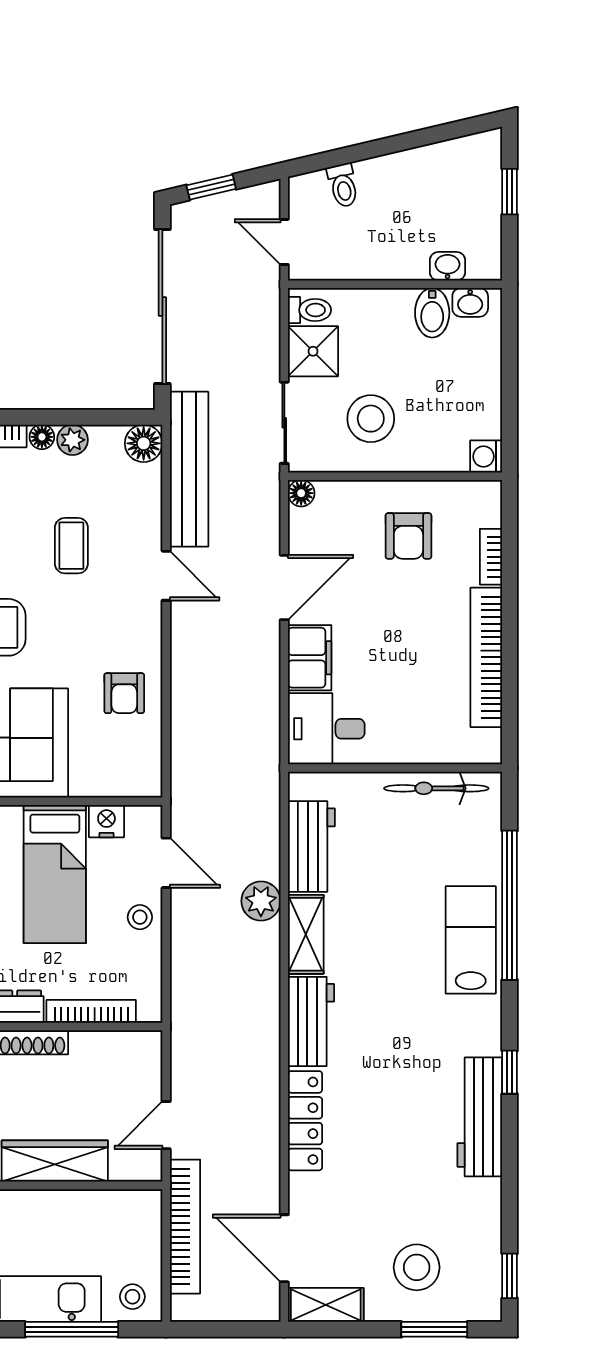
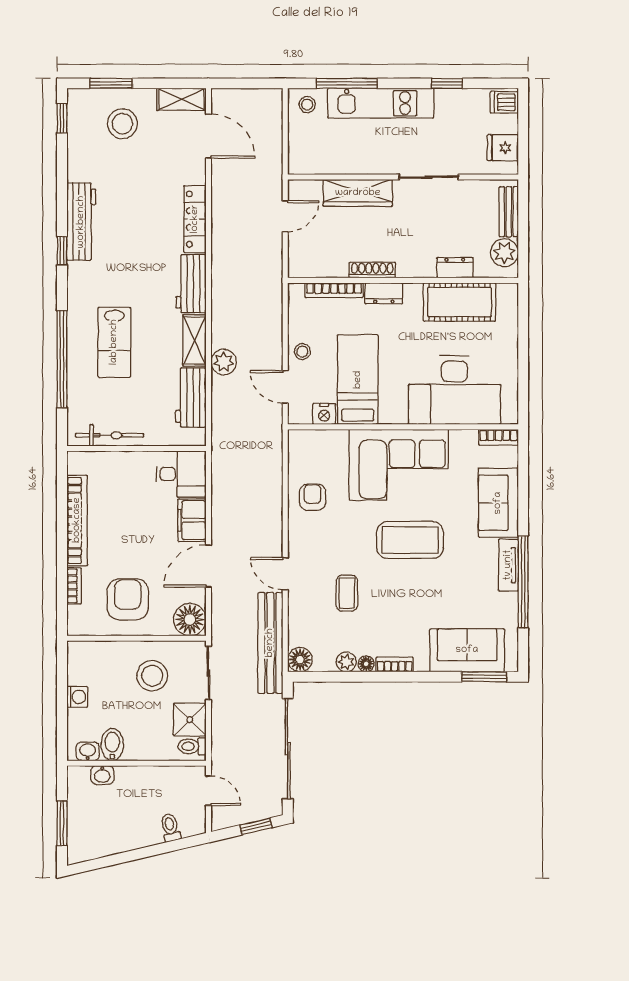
window: (510, 192) -> (62, 823), width x1.50
washing machine: (486, 456) -> (77, 697), moved
floor lamp: (301, 493) -> (190, 620), width x1.89, depth x1.89
armchair: (408, 536) -> (128, 599), width x1.38, depth x1.38
lab bench: (471, 940) -> (114, 342), moved
bookcase: (185, 1227) -> (273, 150), removed

